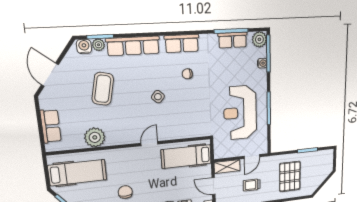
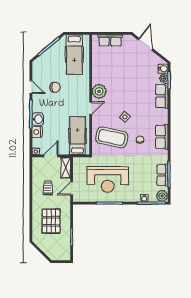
row of seats: (133, 46) -> (162, 96), width x0.68
door: (50, 75) -> (145, 44), hinge flipped
coffee table: (103, 89) -> (112, 137), moved, width x1.36, depth x1.32
reception desk: (240, 113) -> (108, 180), turned 180
plant: (95, 137) -> (99, 91), moved
door: (149, 144) -> (91, 108), hinge flipped
door: (252, 157) -> (72, 188), hinge flipped
pallet: (290, 176) -> (51, 221), turned 90

